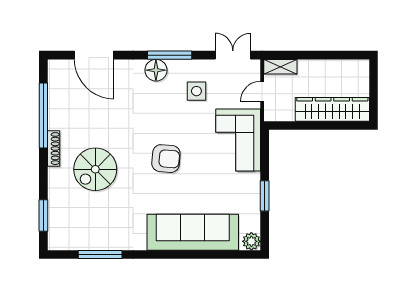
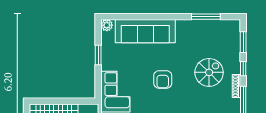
armchair: (166, 159) -> (163, 79), turned -95
window: (43, 175) -> (243, 69), added

